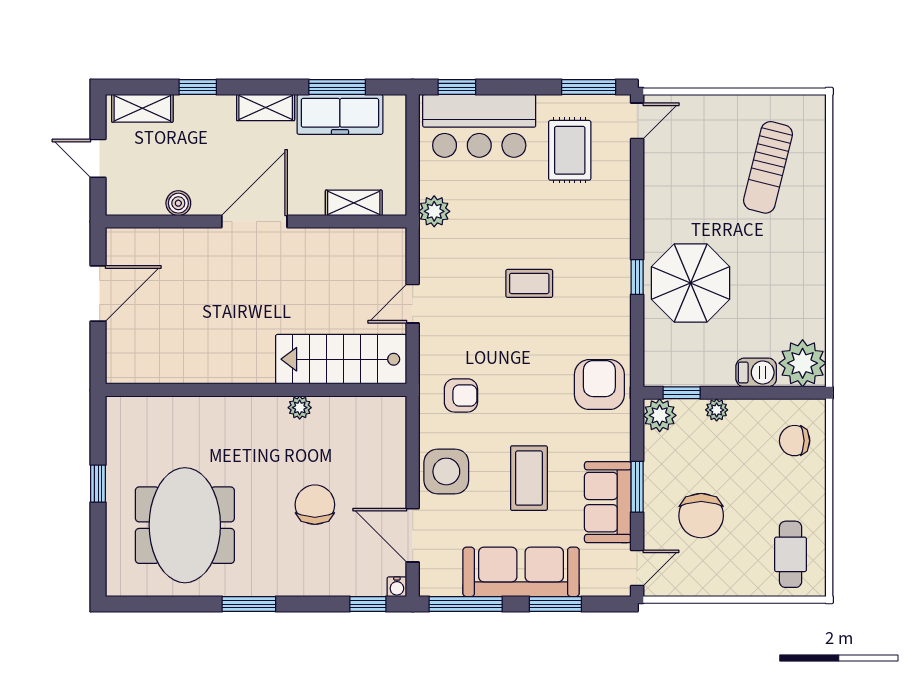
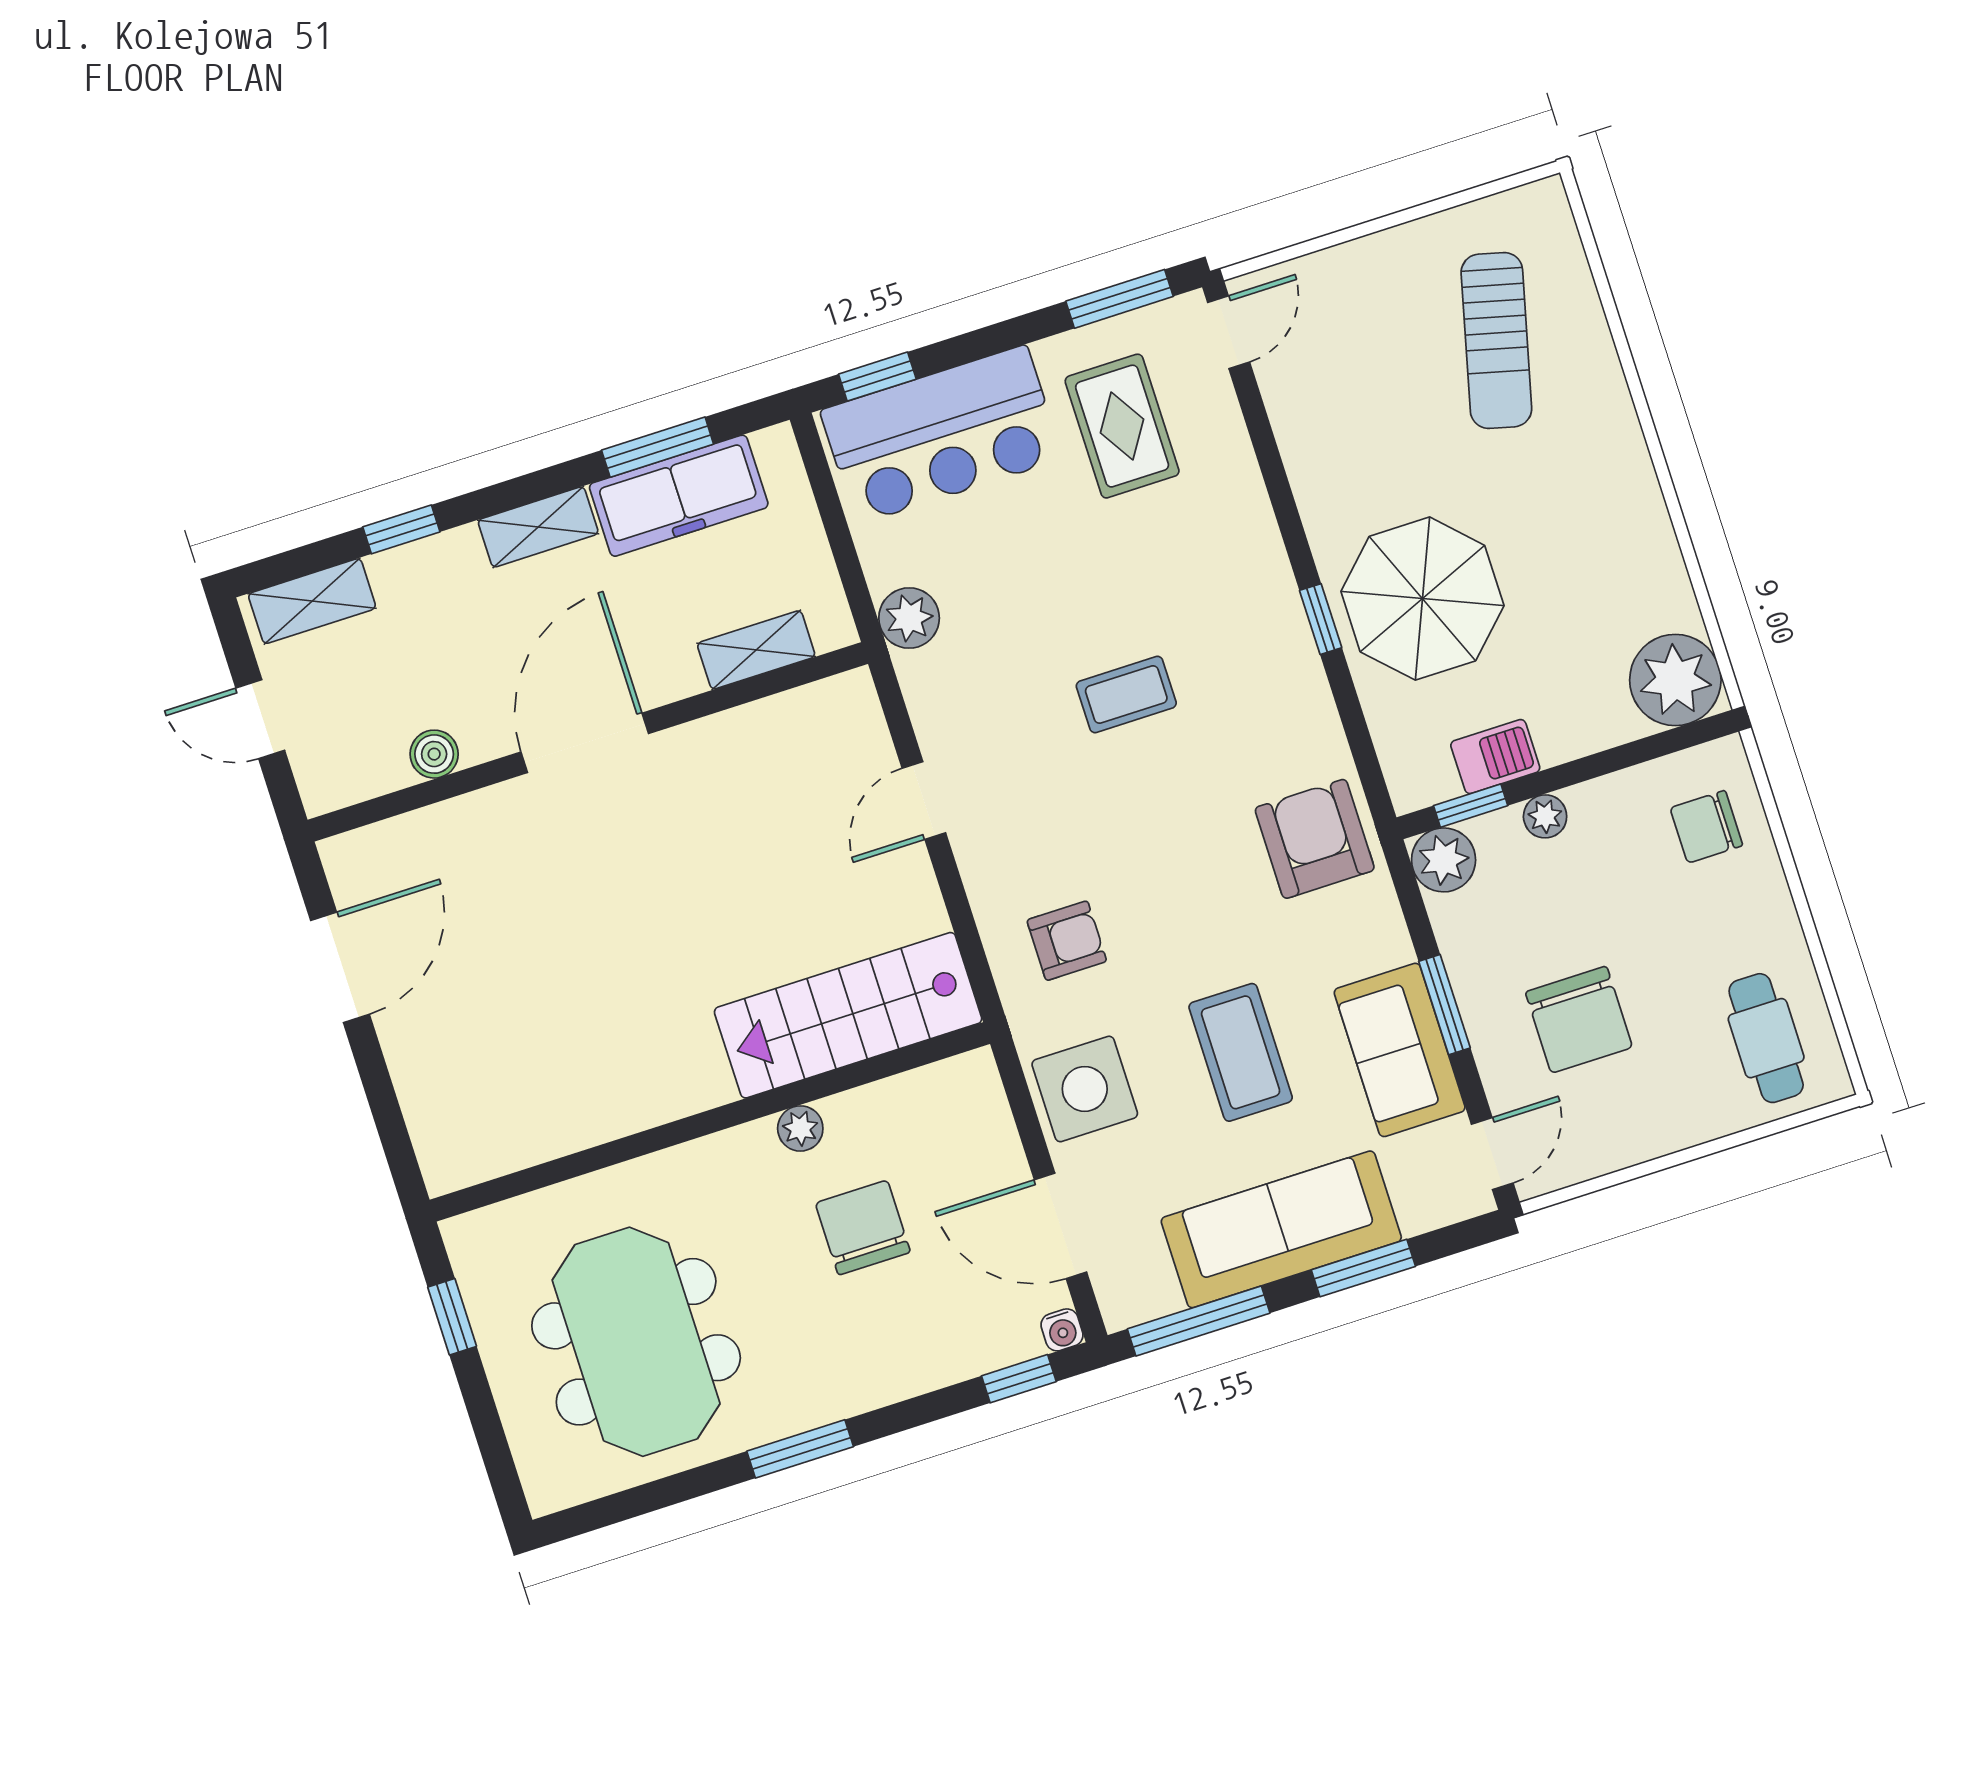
stairs: (341, 359) -> (848, 1015), moved
barbecue: (756, 372) -> (1495, 757), moved
wall: (256, 390) -> (710, 1122), moved
plant: (300, 408) -> (800, 1128), moved

